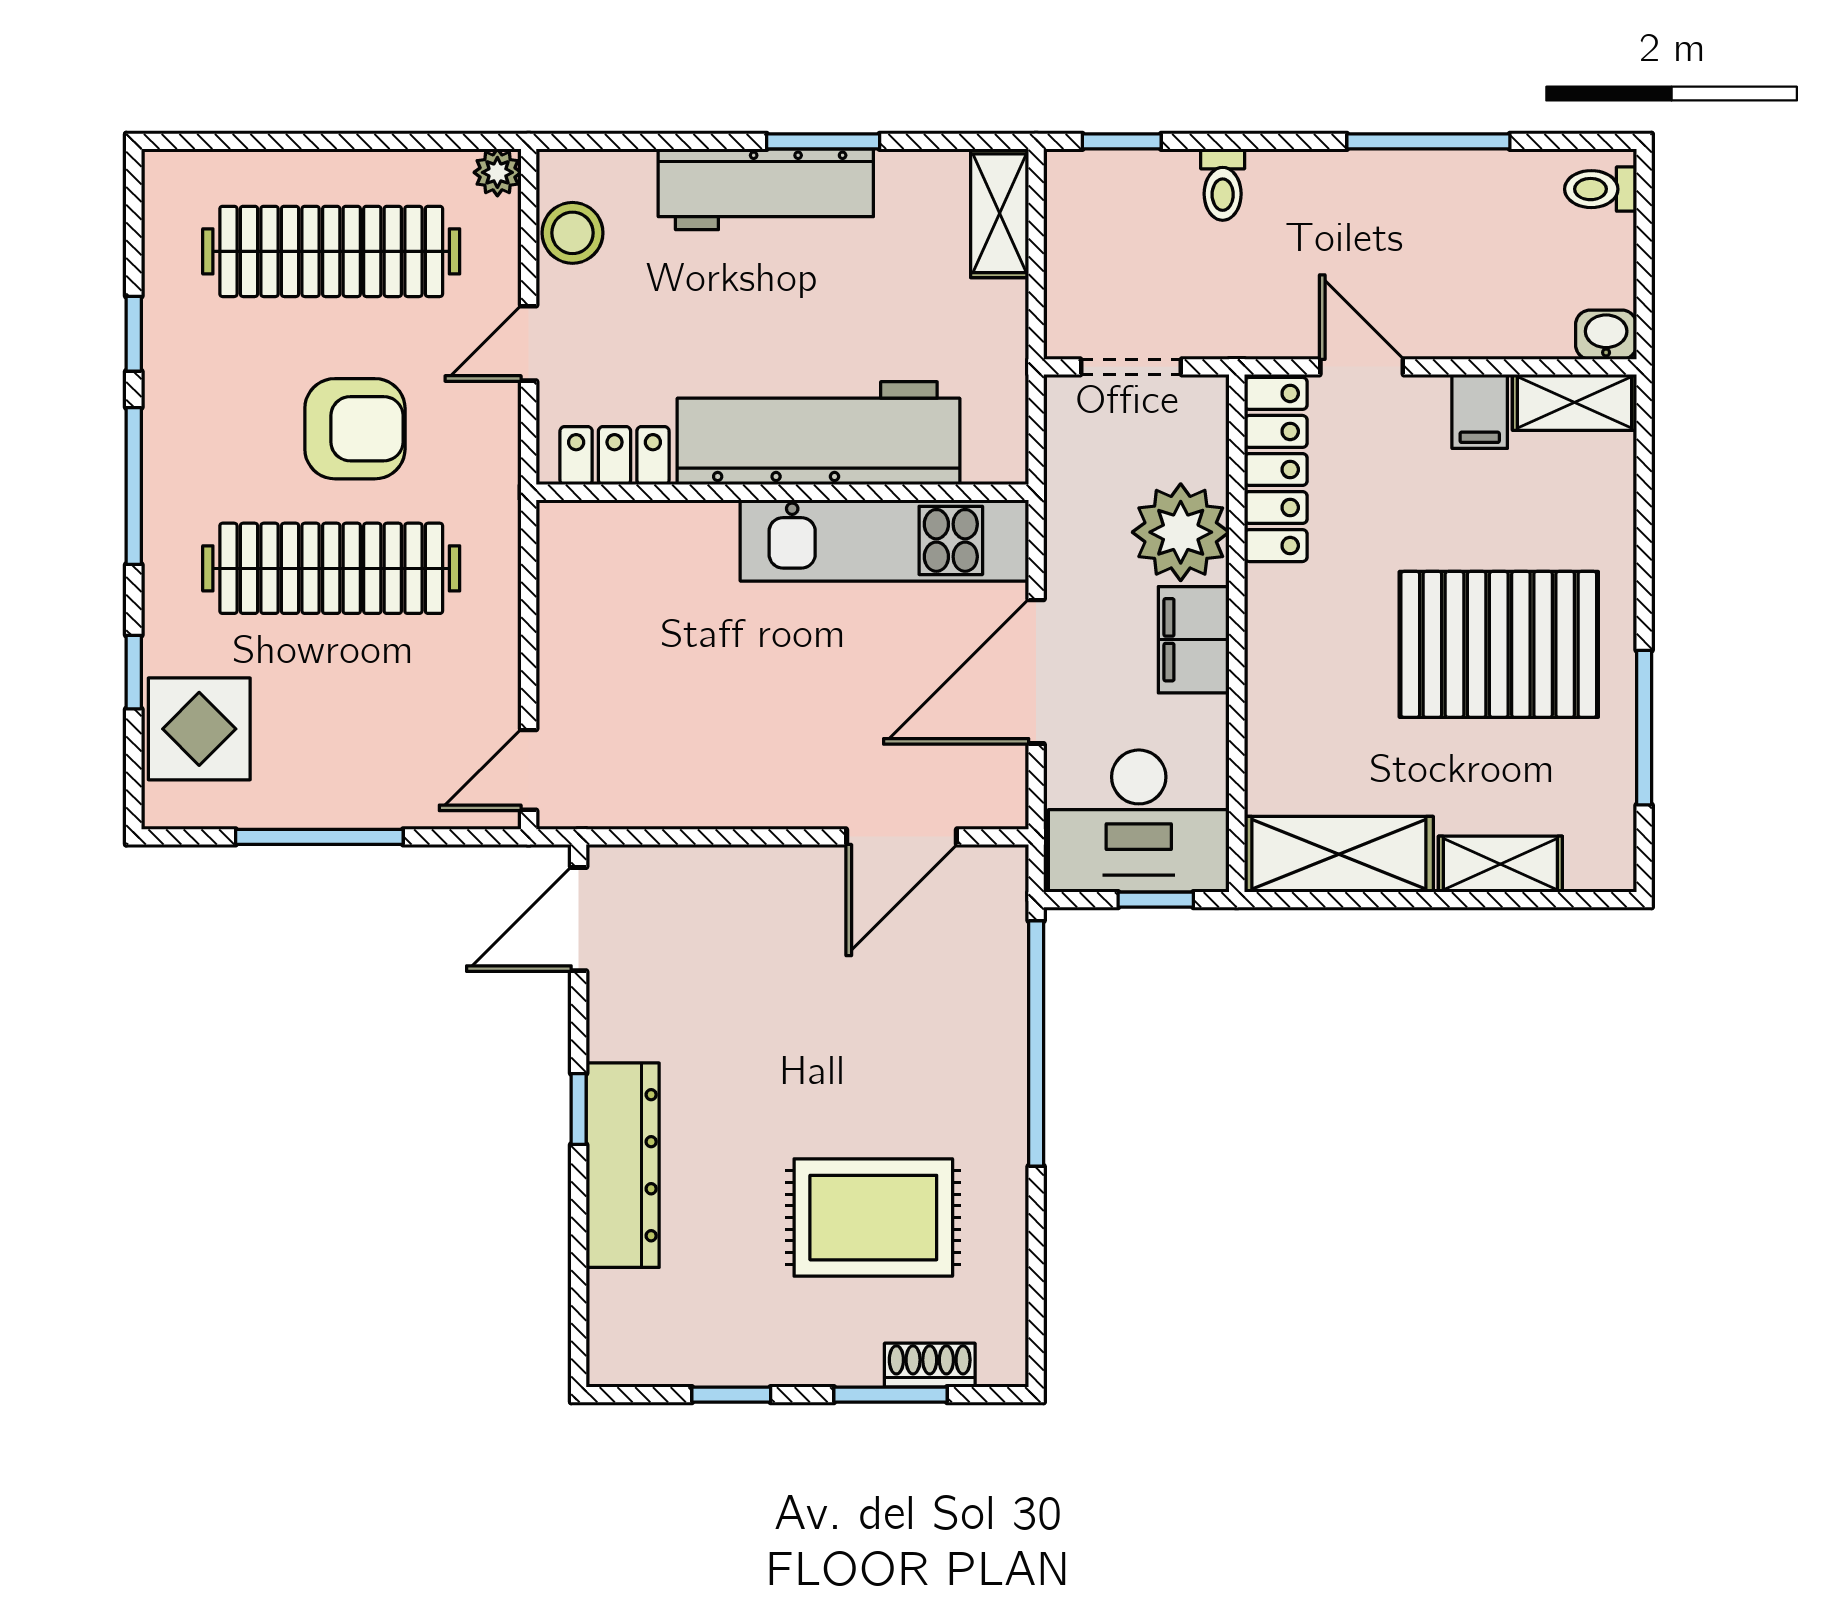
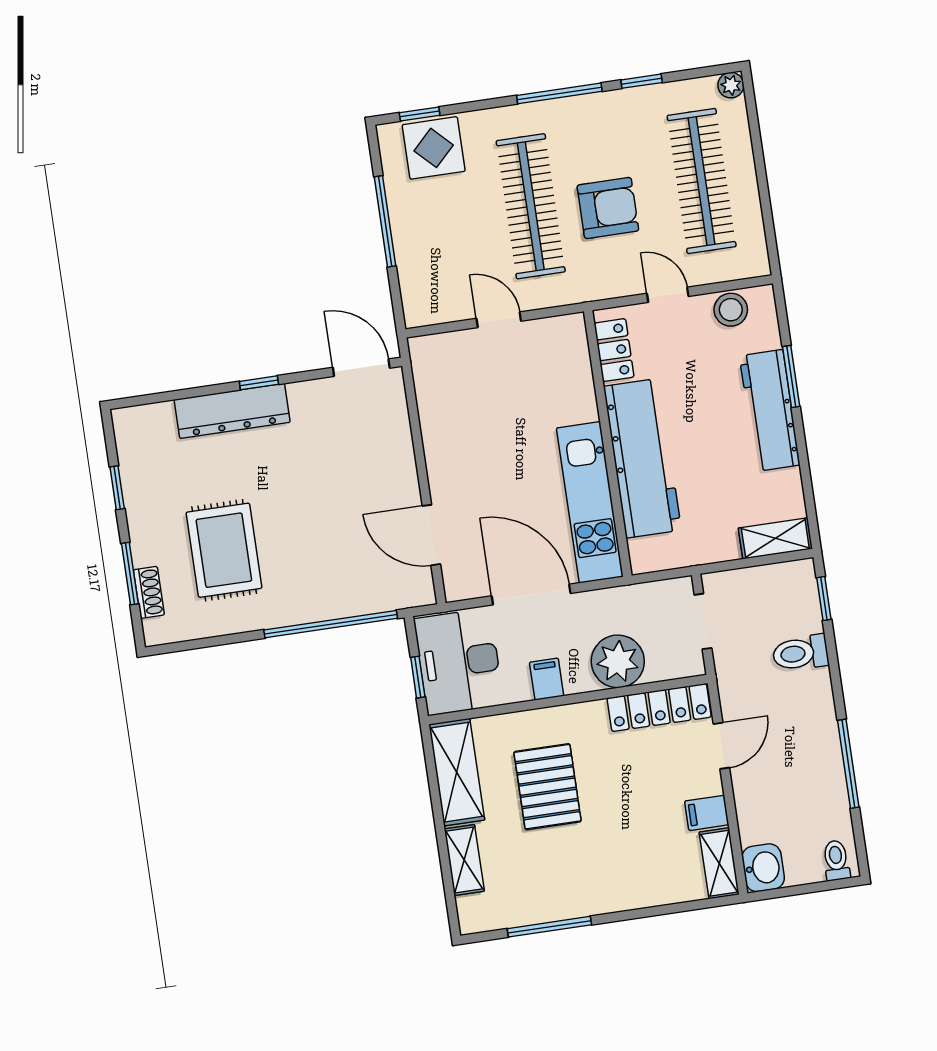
window: (823, 141) -> (791, 377), moved
plant: (497, 172) -> (731, 85), moved
toilet: (1223, 185) -> (800, 653), width x1.37, depth x1.39
washbasin: (1606, 335) -> (763, 868), width x1.38, depth x1.45
armchair: (355, 429) -> (608, 208), turned -90
filing cabinet: (1194, 640) -> (547, 679), width x0.50
pallet: (1499, 644) -> (548, 787), moved, width x0.73, depth x0.71
window: (134, 672) -> (420, 114), moved
door: (529, 770) -> (499, 320), moved

